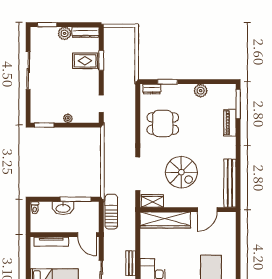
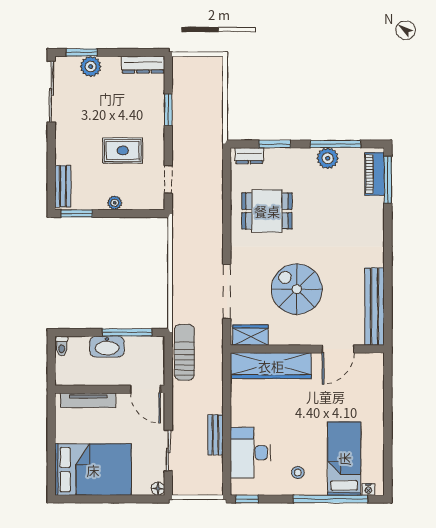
plant: (65, 33) -> (91, 67), moved
rug: (85, 61) -> (123, 151), moved
sliding door: (28, 71) -> (51, 92), moved
window: (206, 82) -> (336, 144), added
bench: (35, 108) -> (63, 186), added
piano: (230, 123) -> (375, 174), moved
spiral stairs: (181, 172) -> (297, 289), turned 180

